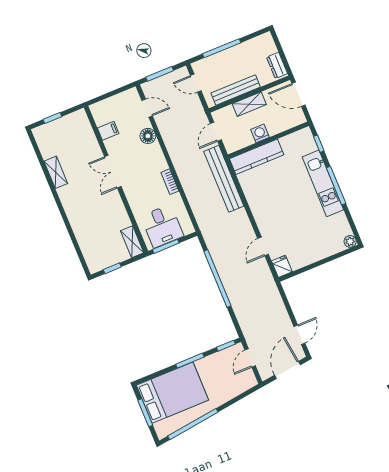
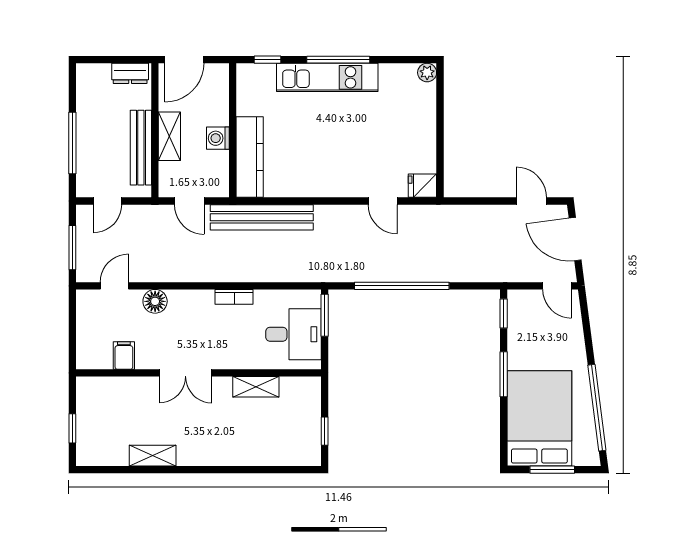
shelving: (132, 242) -> (256, 387), moved
window: (166, 246) -> (325, 315), moved
door: (250, 358) -> (557, 286), moved

